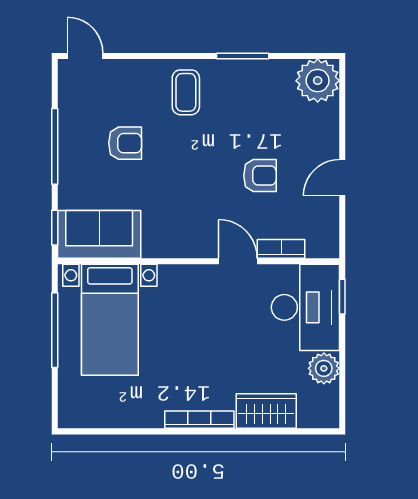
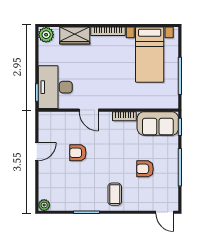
plant: (318, 81) -> (44, 205), width x0.53, depth x0.53
bookcase: (281, 249) -> (124, 116), moved
bed with nightstands: (110, 320) -> (150, 55), moved, turned 180
plant: (324, 368) -> (46, 35), moved

